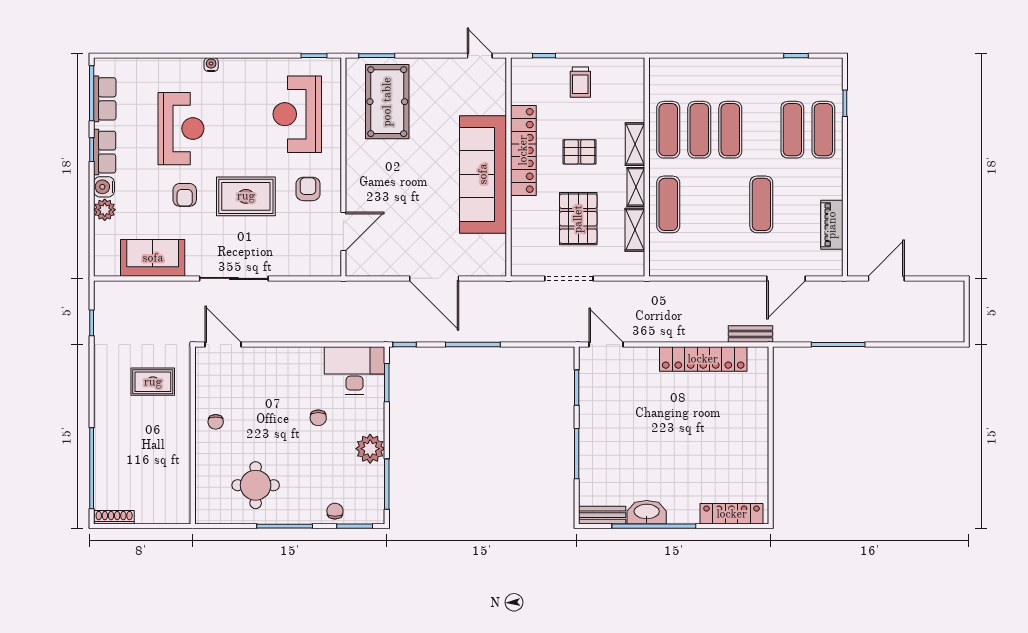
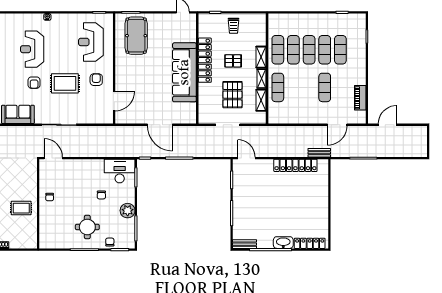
reception desk: (181, 129) -> (32, 49), turned 180
exercise mat: (823, 130) -> (325, 50), moved
rug: (153, 382) -> (21, 208), moved
round table: (256, 485) -> (87, 227), moved
washbasin: (647, 512) -> (283, 243), moved

